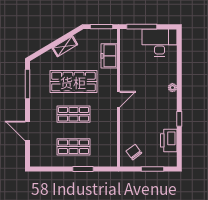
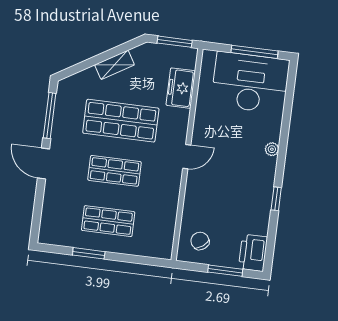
window: (142, 27) -> (254, 52), moved
desk: (160, 43) -> (250, 83), width x1.36, depth x1.30
door: (27, 131) -> (43, 164), moved
printer: (169, 140) -> (253, 253), moved
window: (83, 169) -> (89, 253), moved

